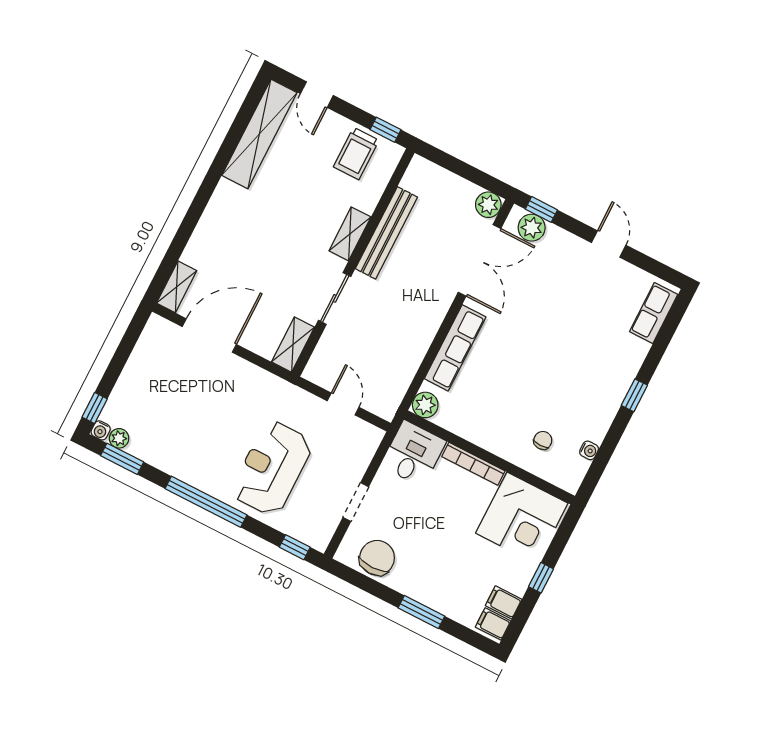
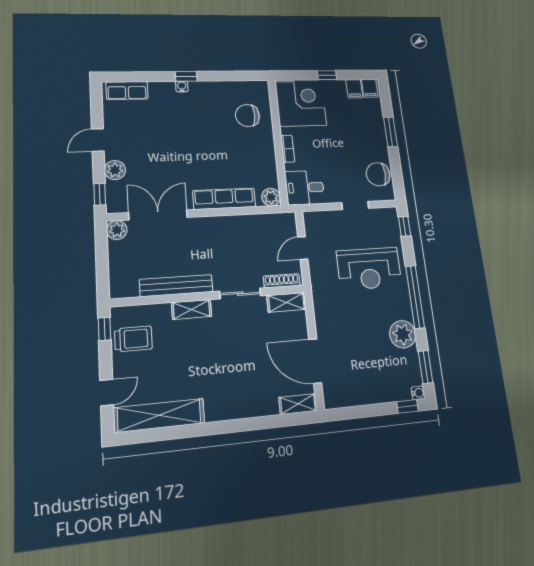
plant: (532, 228) -> (115, 170), moved
shoe rack: (320, 355) -> (282, 281), added
plant: (119, 438) -> (403, 334), moved, width x1.88, depth x1.88
chair: (543, 440) -> (247, 116), width x1.87, depth x1.87
water cooler: (589, 450) -> (182, 86), moved
bookcase: (473, 464) -> (288, 149), width x0.64

